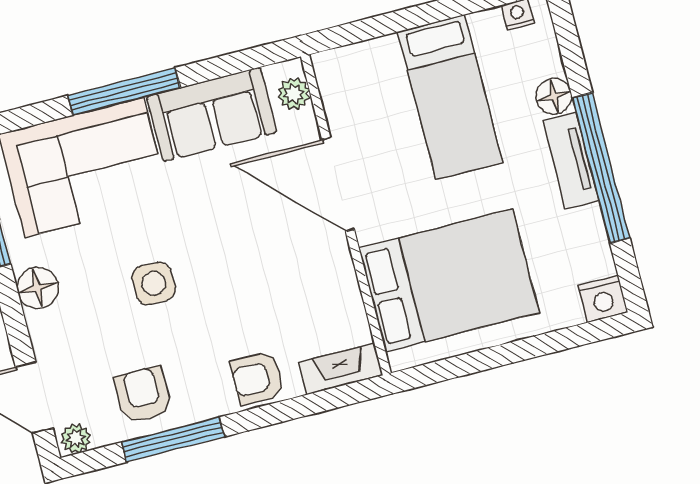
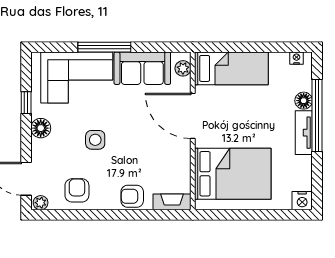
bed: (450, 97) -> (231, 68), moved, turned -90
window: (601, 168) -> (317, 115), moved
window: (173, 440) -> (86, 215), removed

